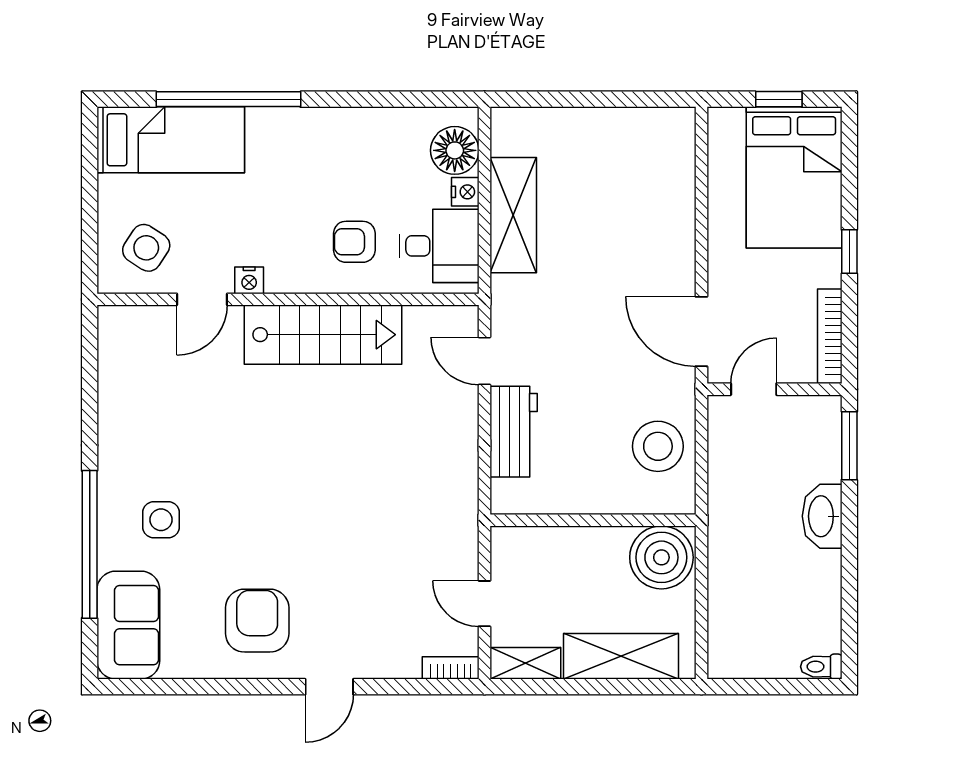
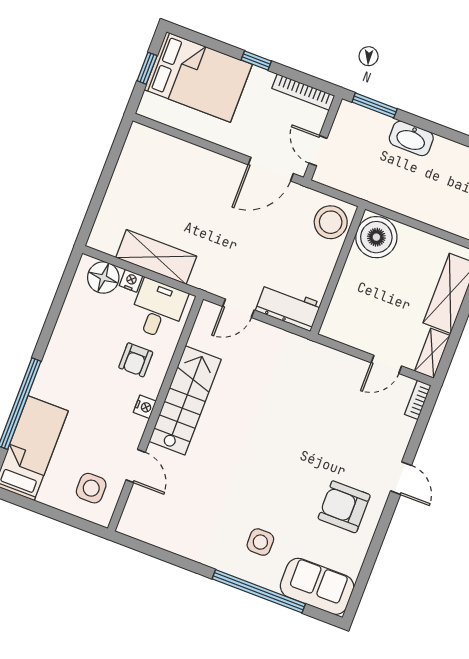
side table: (146, 248) -> (91, 488), turned -33
nightstand: (249, 280) -> (145, 407), moved
wall: (593, 520) -> (338, 270), moved
boiler: (661, 557) -> (376, 237), moved

